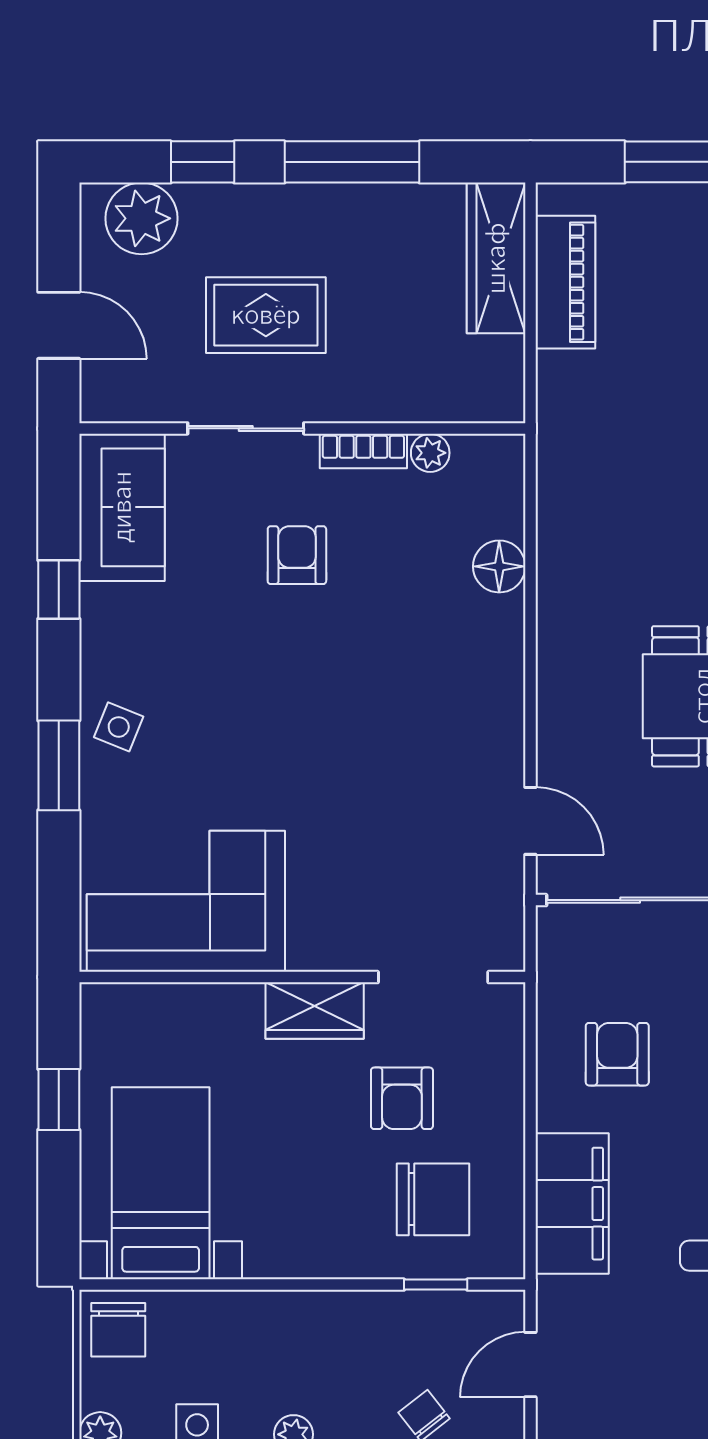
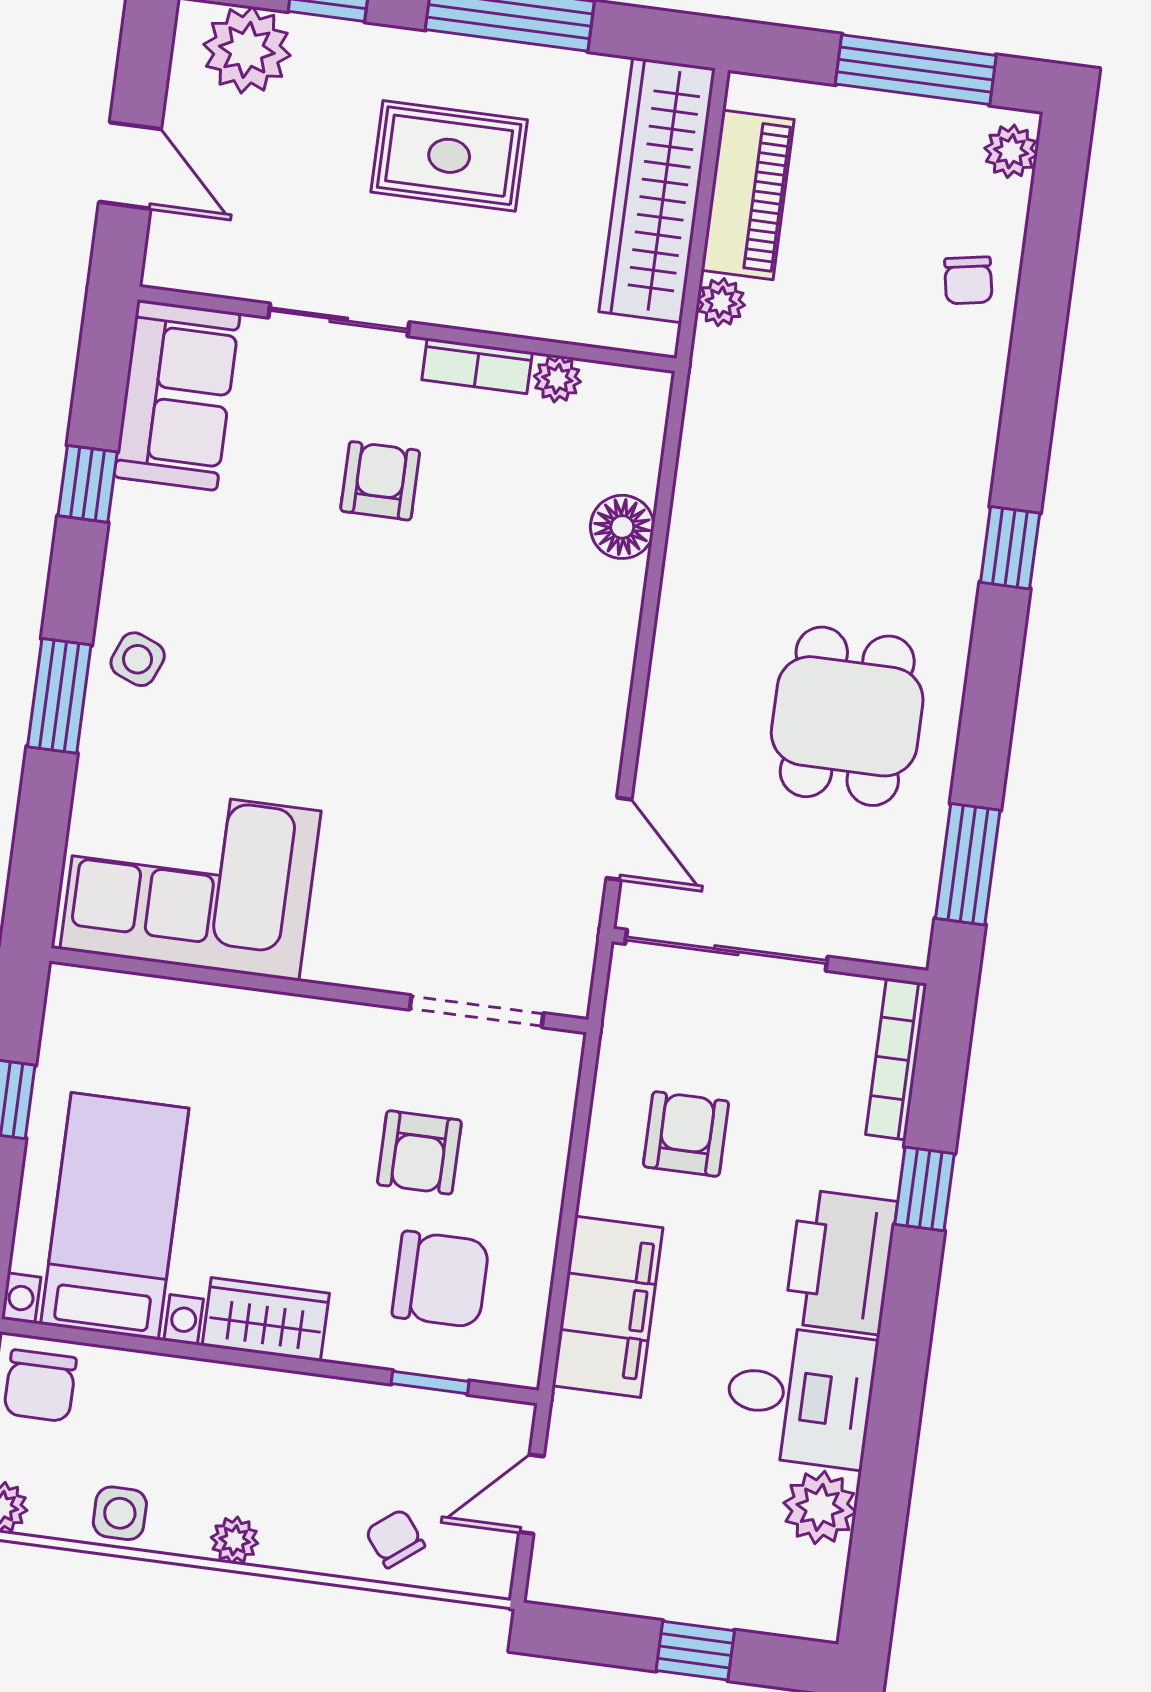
wardrobe: (496, 258) -> (657, 190), width x1.40, depth x1.17
rug: (266, 315) -> (449, 156), moved
plant: (555, 372) -> (721, 302), added
wardrobe: (315, 1011) -> (266, 1319), moved, turned 180

